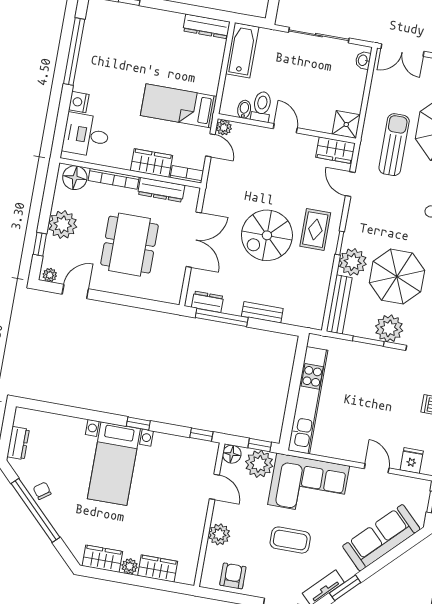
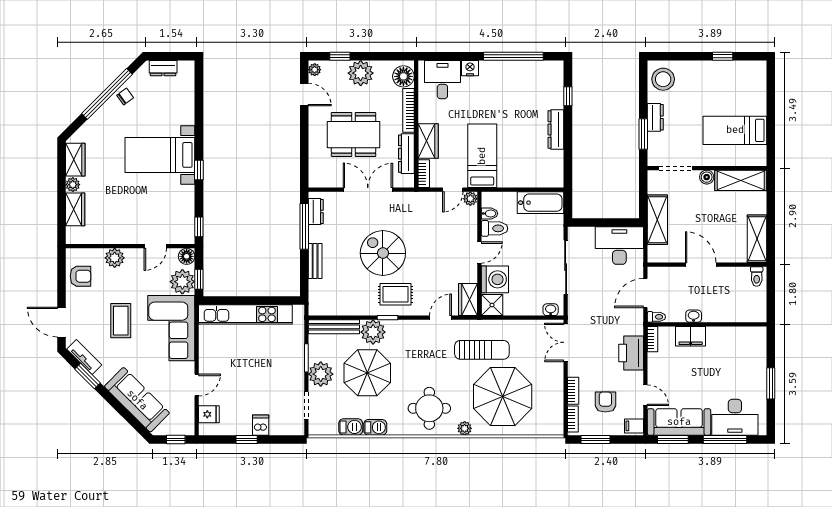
dresser: (207, 26) -> (556, 129), moved
washing machine: (318, 116) -> (495, 279), added
double door: (194, 240) -> (368, 190), swing flipped

